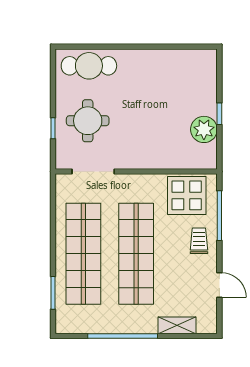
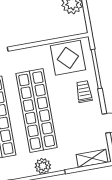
plant: (131, 324) -> (43, 166), added
shelving: (177, 325) -> (92, 158), moved

